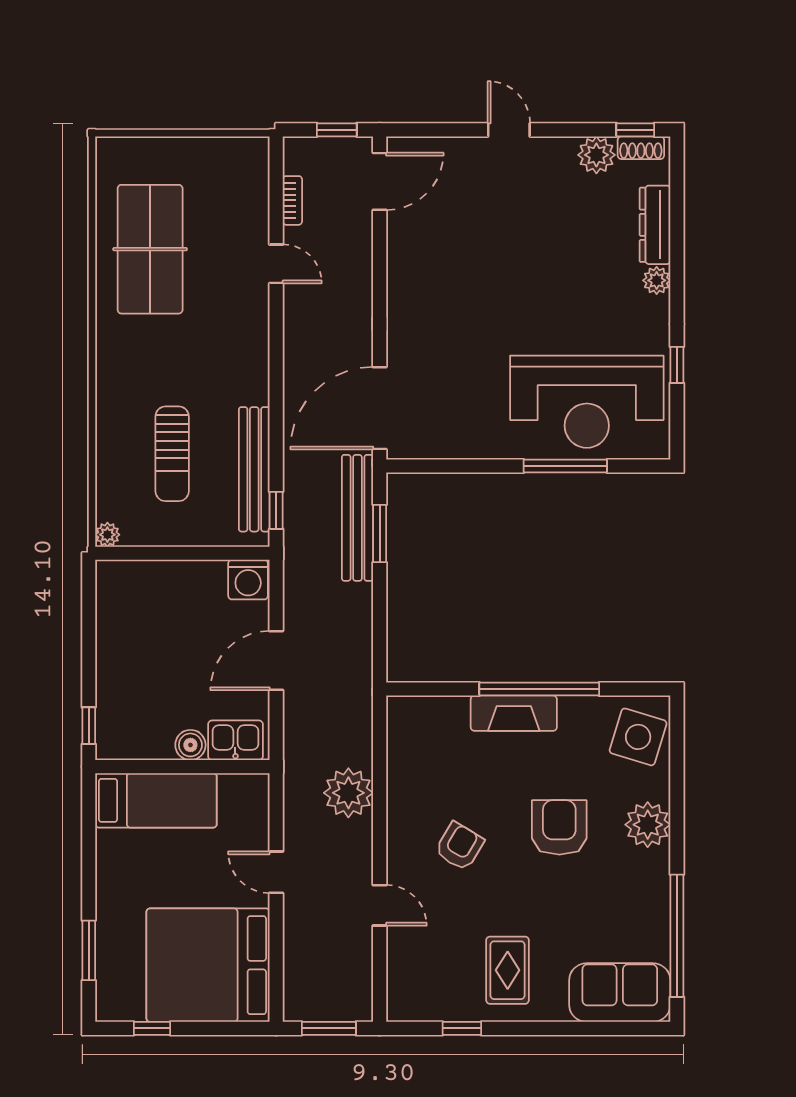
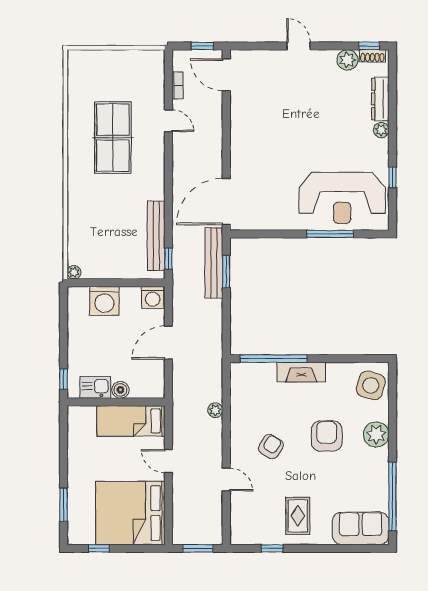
door: (380, 181) -> (226, 75), swing flipped
table tennis table: (150, 249) -> (113, 138), moved
sun lounger: (172, 454) -> (110, 227), removed
washing machine: (162, 586) -> (104, 301), added
window: (539, 689) -> (274, 359), moved
kitchen sink: (235, 740) -> (95, 387), moved
plant: (348, 793) -> (215, 410), width x0.53, depth x0.53
bed: (156, 800) -> (131, 421), moved, turned 180

